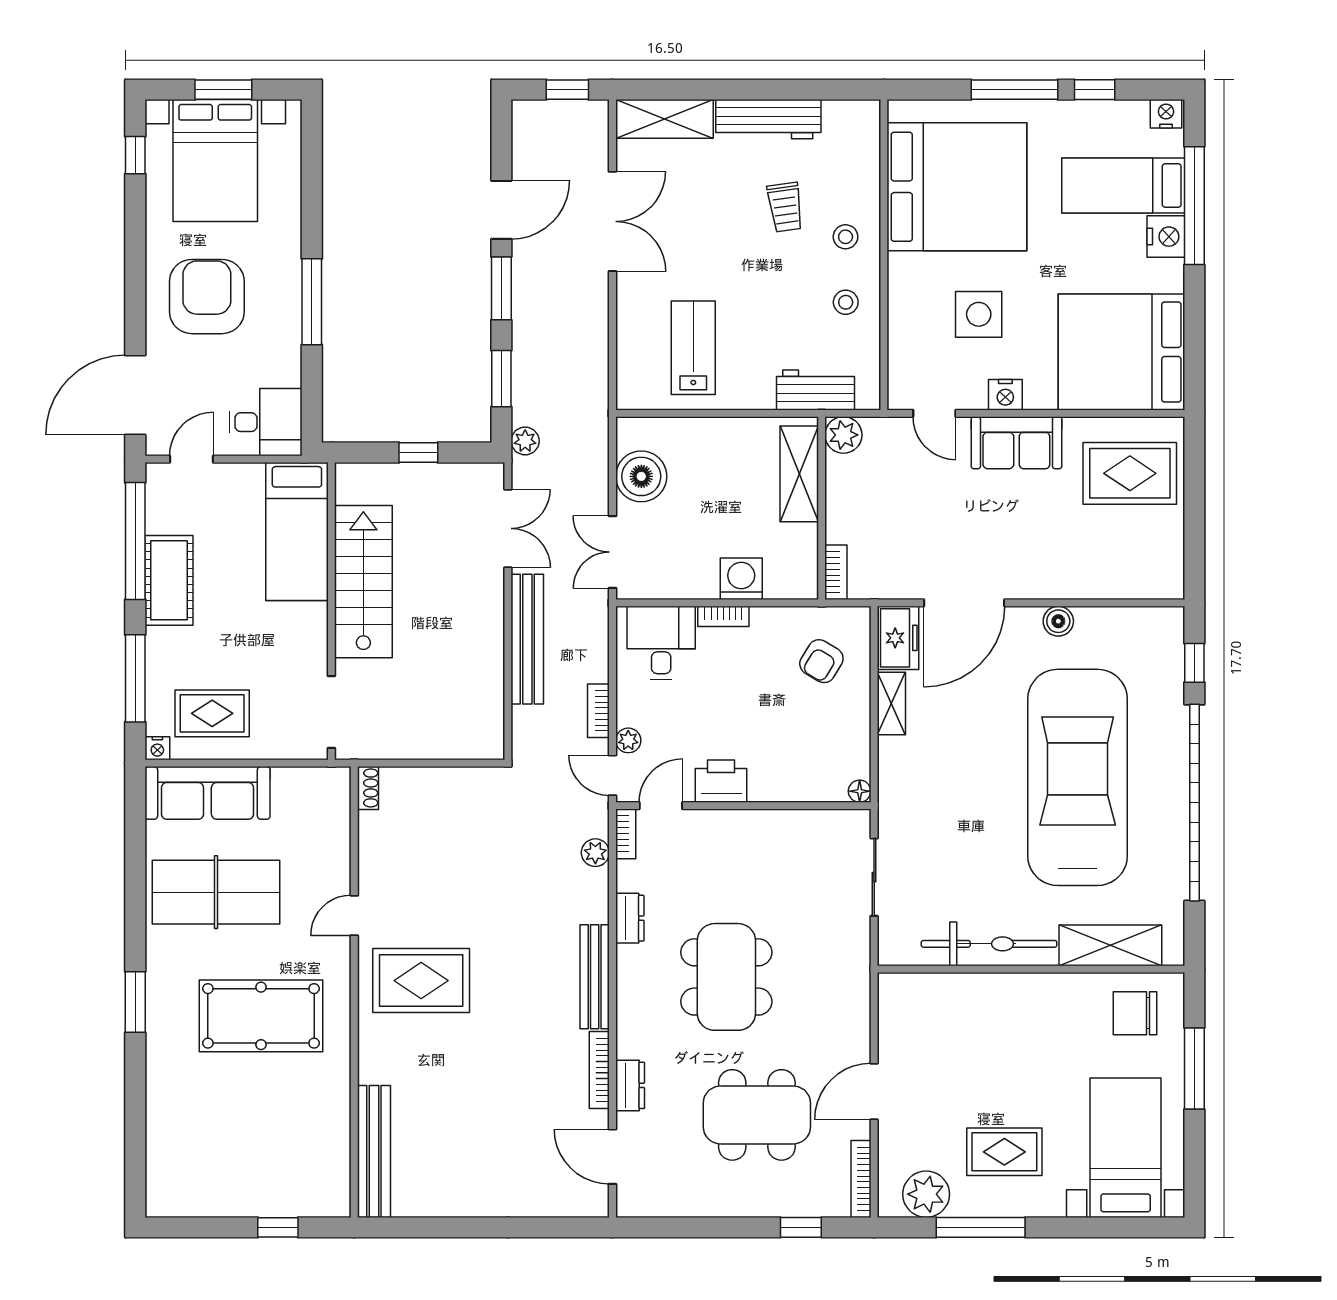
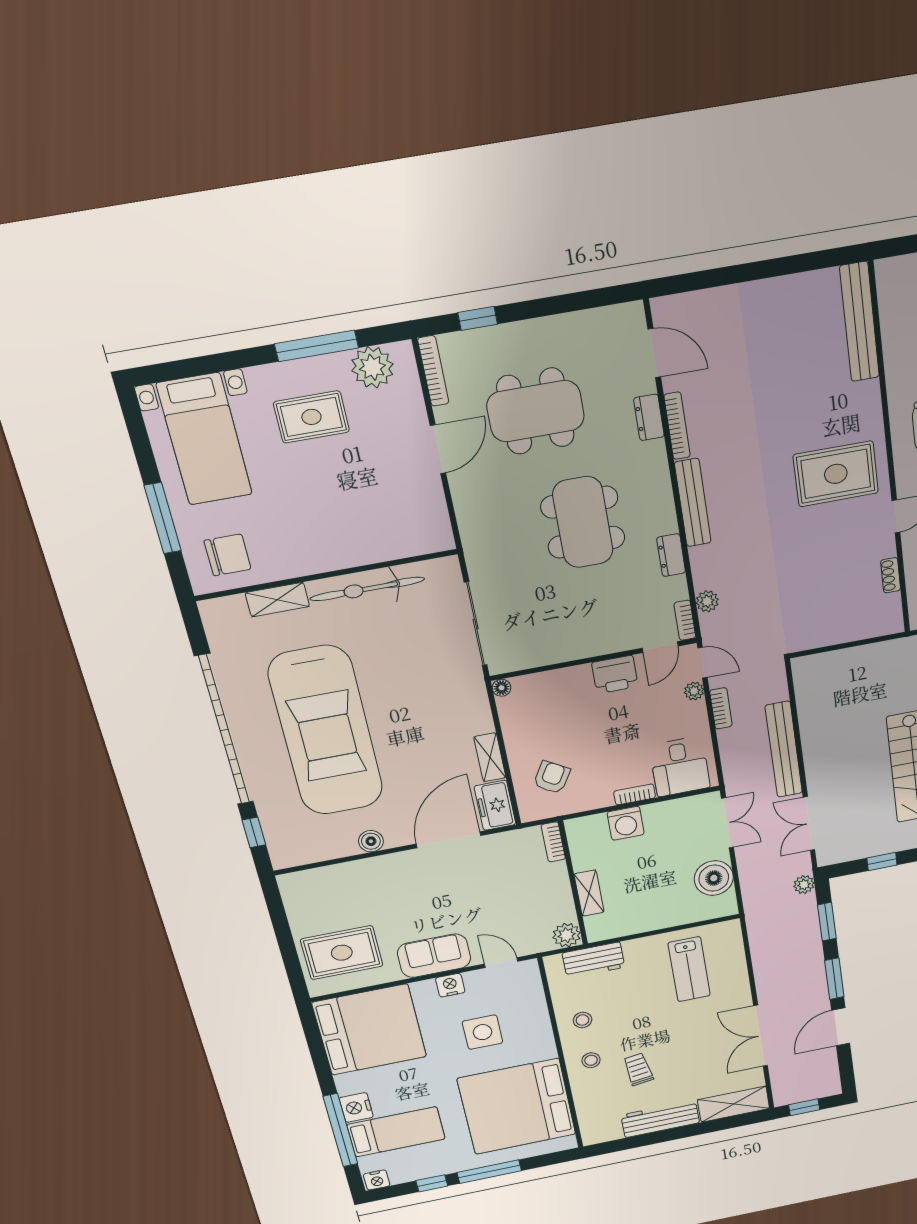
shelving: (799, 474) -> (589, 893), width x0.67, depth x0.75
shoe rack: (368, 788) -> (891, 575), moved
sliding door: (874, 877) -> (476, 624), width x1.37
shelving: (1110, 945) -> (277, 600), width x0.67, depth x0.75

